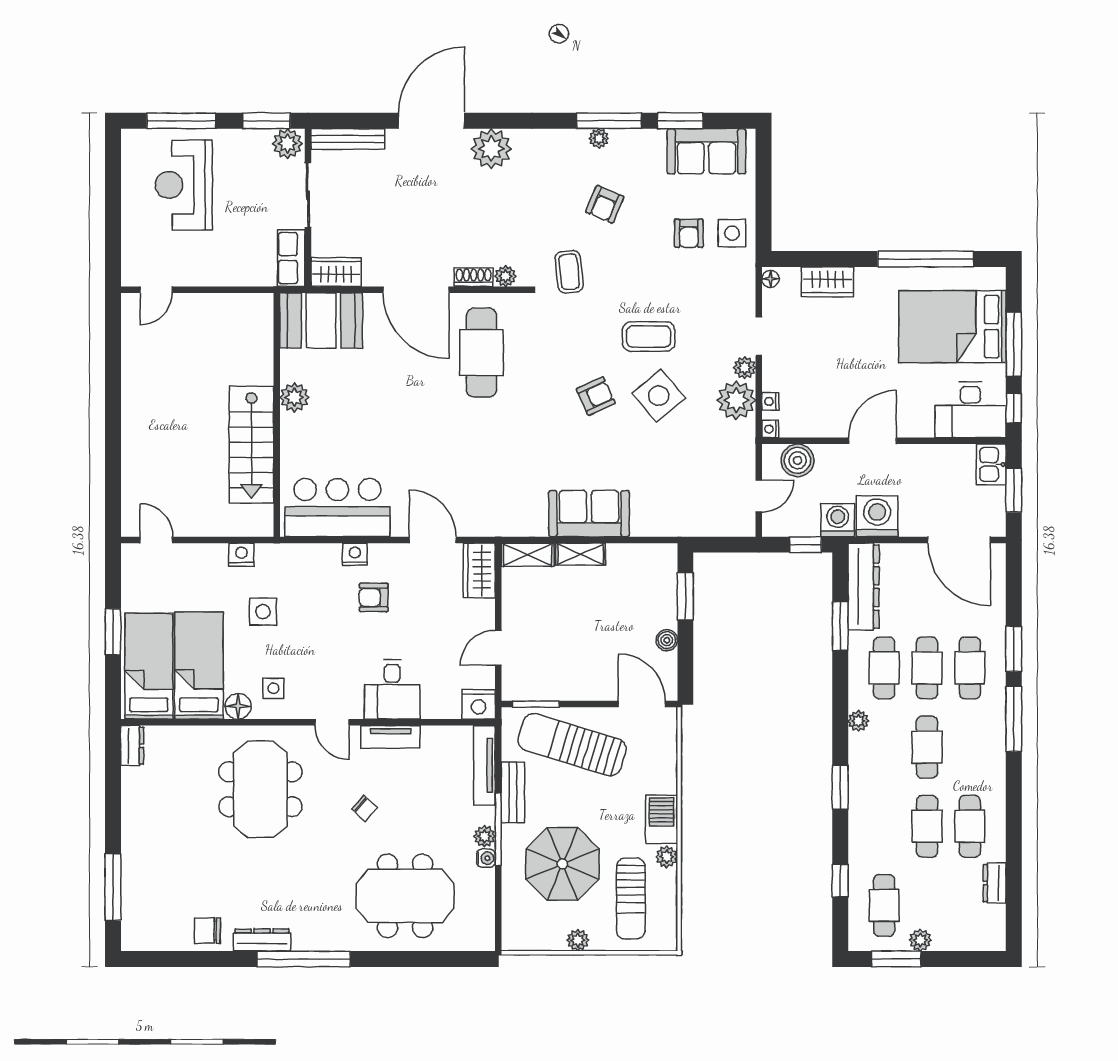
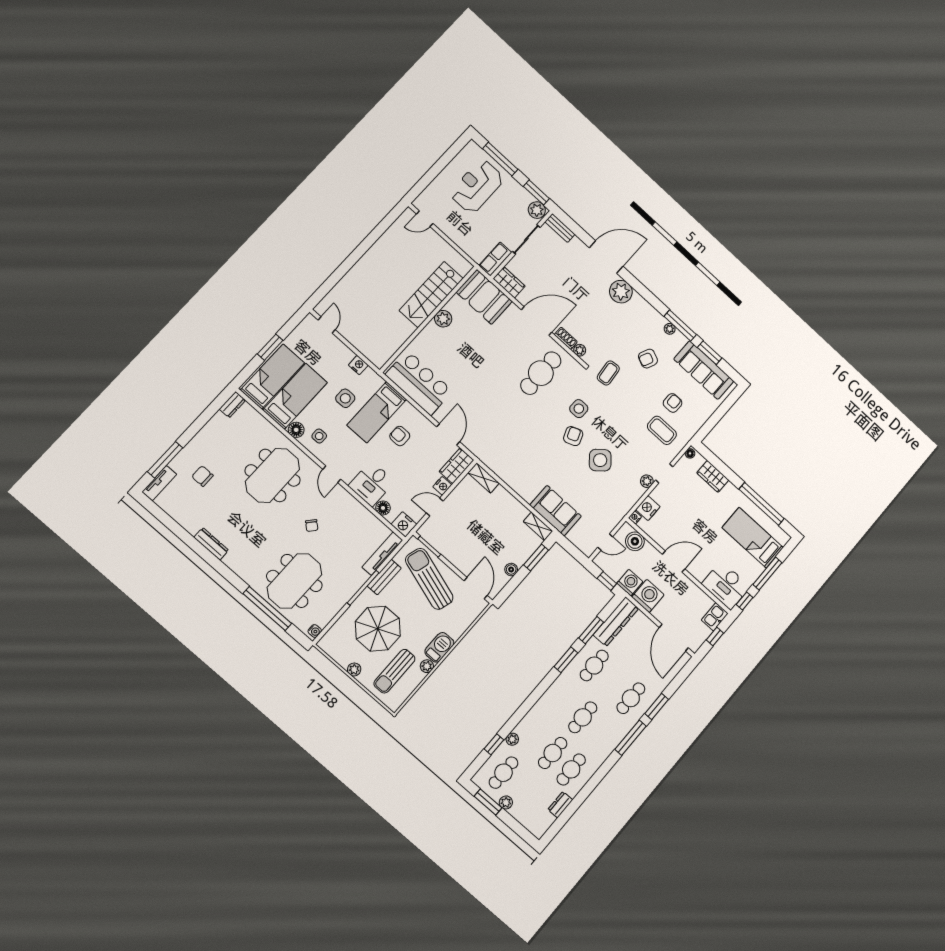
bench: (348, 139) -> (560, 228), width x0.73
sofa: (706, 151) -> (704, 370), width x1.36
armchair: (689, 233) -> (673, 403), turned 180
side table: (732, 233) -> (579, 409), moved
door: (416, 290) -> (537, 321), swing flipped
bed: (952, 327) -> (753, 538), width x0.67
coffee table: (649, 337) -> (662, 430), moved
armchair: (596, 396) -> (573, 436), turned -86
plant: (736, 400) -> (631, 492), removed
nightstand: (770, 401) -> (648, 508), width x1.89, depth x1.79
stairs: (251, 445) -> (431, 294), moved
window: (1014, 490) -> (715, 637), width x0.67
sofa: (589, 514) -> (556, 511), moved
nightstand: (355, 554) -> (442, 486), moved, turned 90
shelving: (581, 554) -> (538, 526), moved
bed: (318, 593) -> (377, 412), added
cafe table: (927, 668) -> (613, 682), removed
floor lamp: (434, 707) -> (383, 508), added
plant: (858, 721) -> (512, 739), moved
tv unit: (390, 737) -> (159, 483), moved, turned -90
window: (840, 787) -> (566, 660), moved
plant: (484, 836) -> (354, 585), removed
water cooler: (486, 858) -> (315, 631), moved
meeting table: (405, 896) -> (294, 581), turned 90
chair: (208, 931) -> (202, 476), moved
window: (304, 959) -> (267, 609), moved

